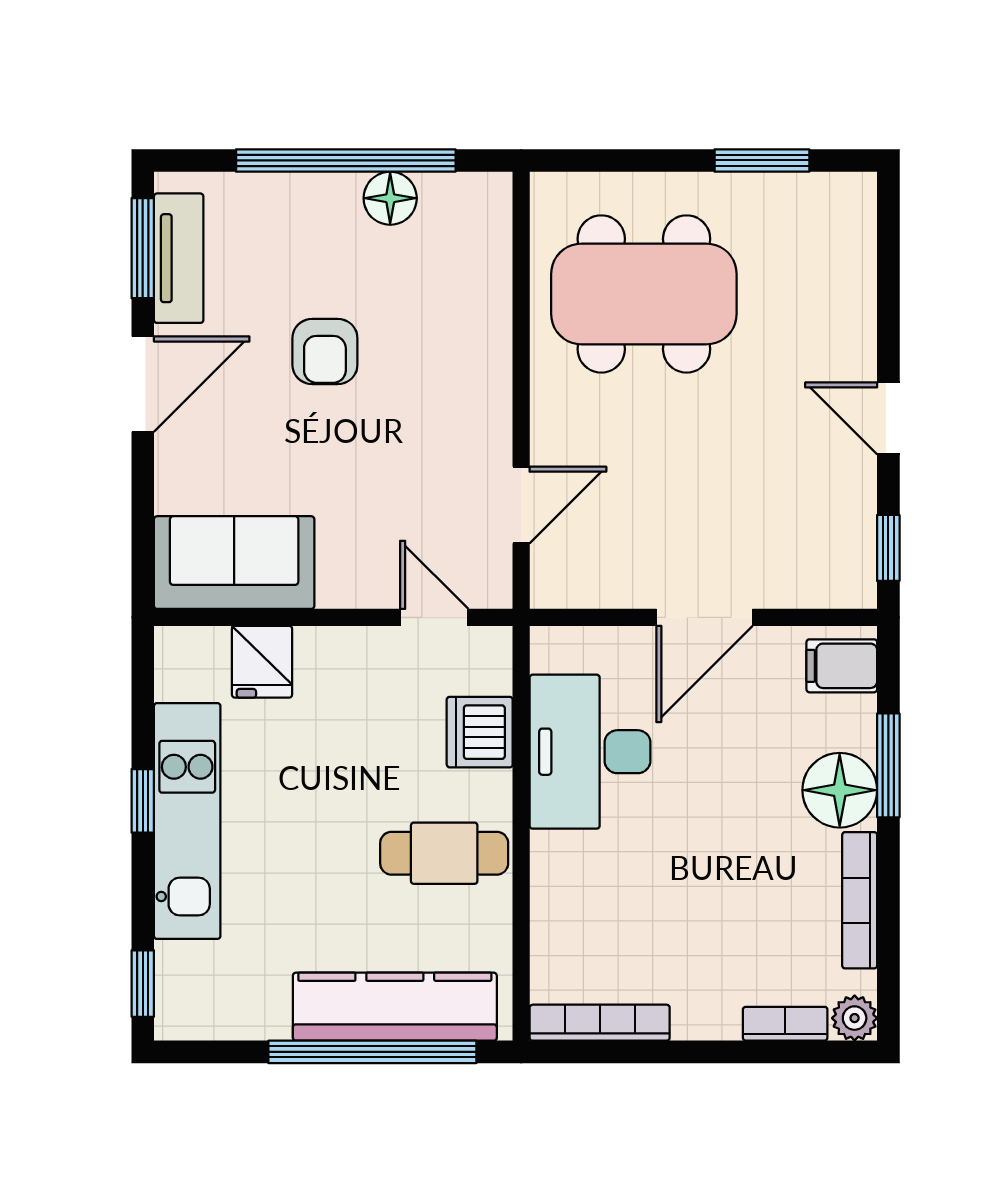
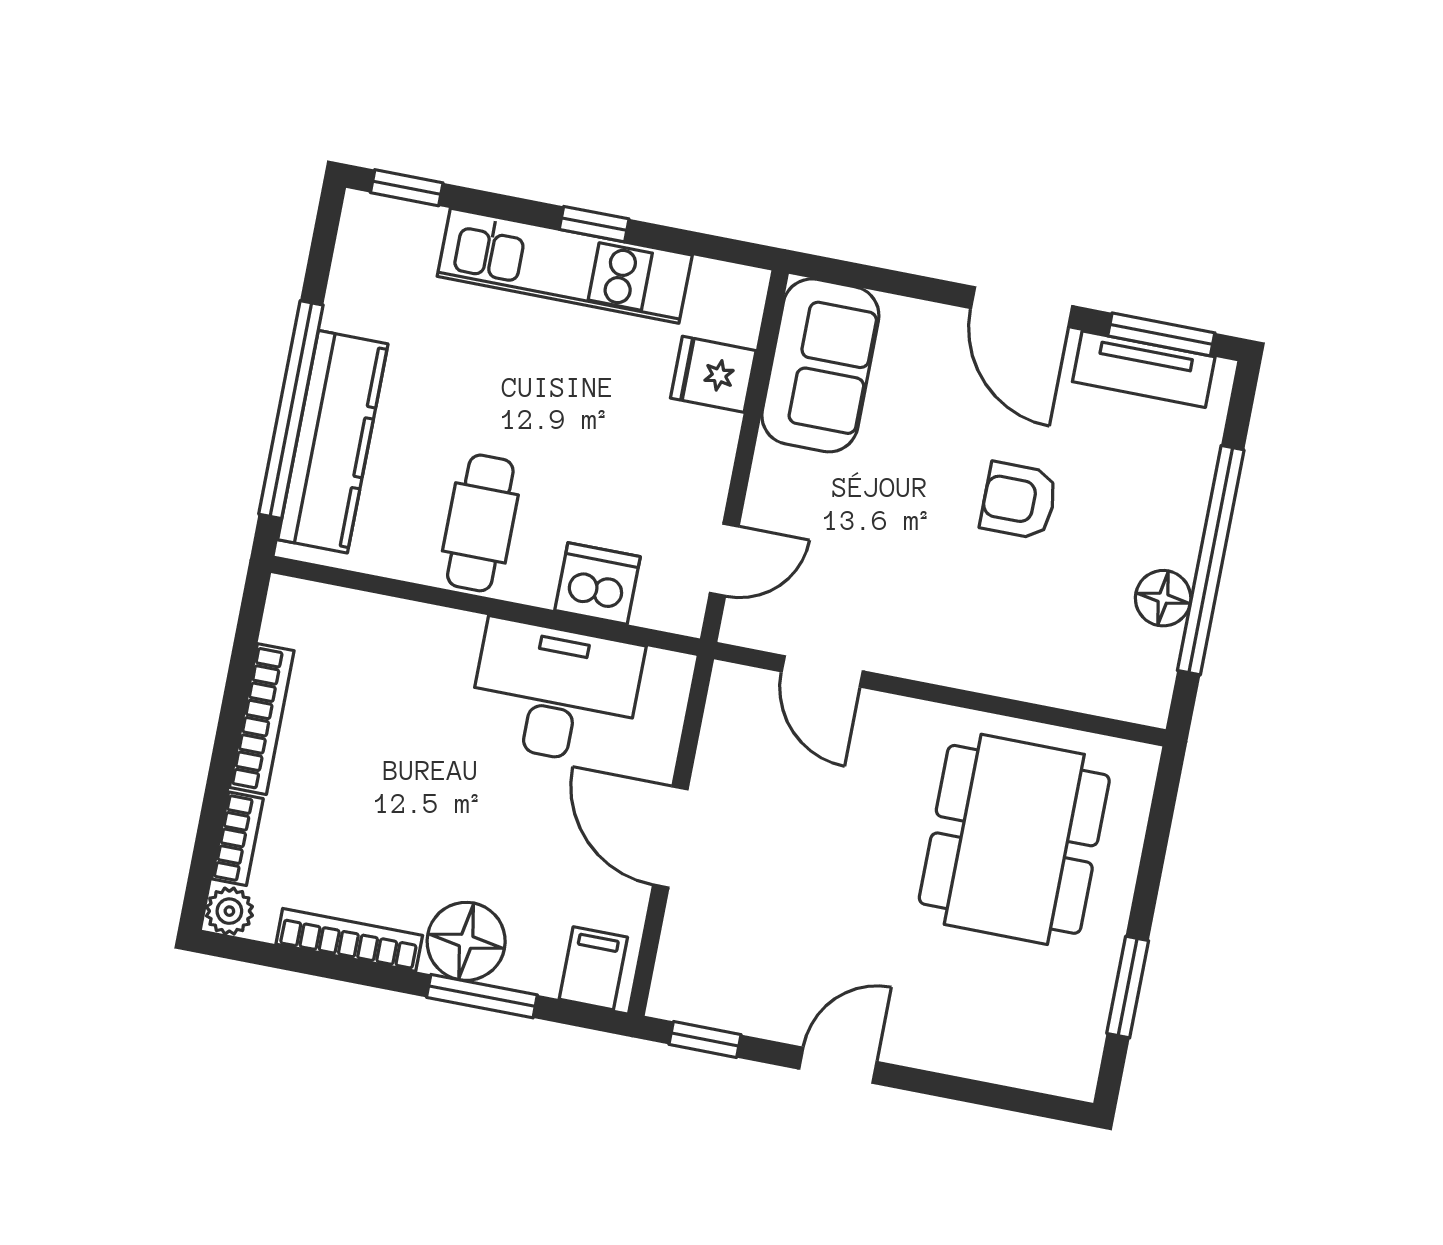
bookcase: (600, 1023) -> (262, 719), moved

